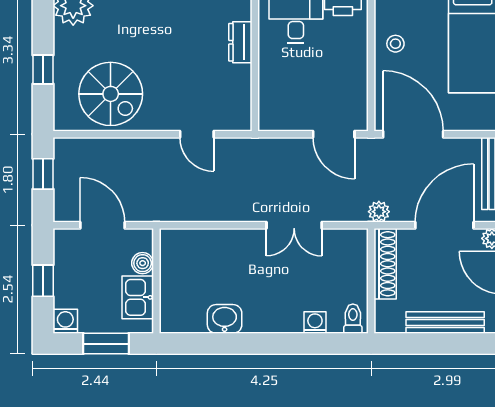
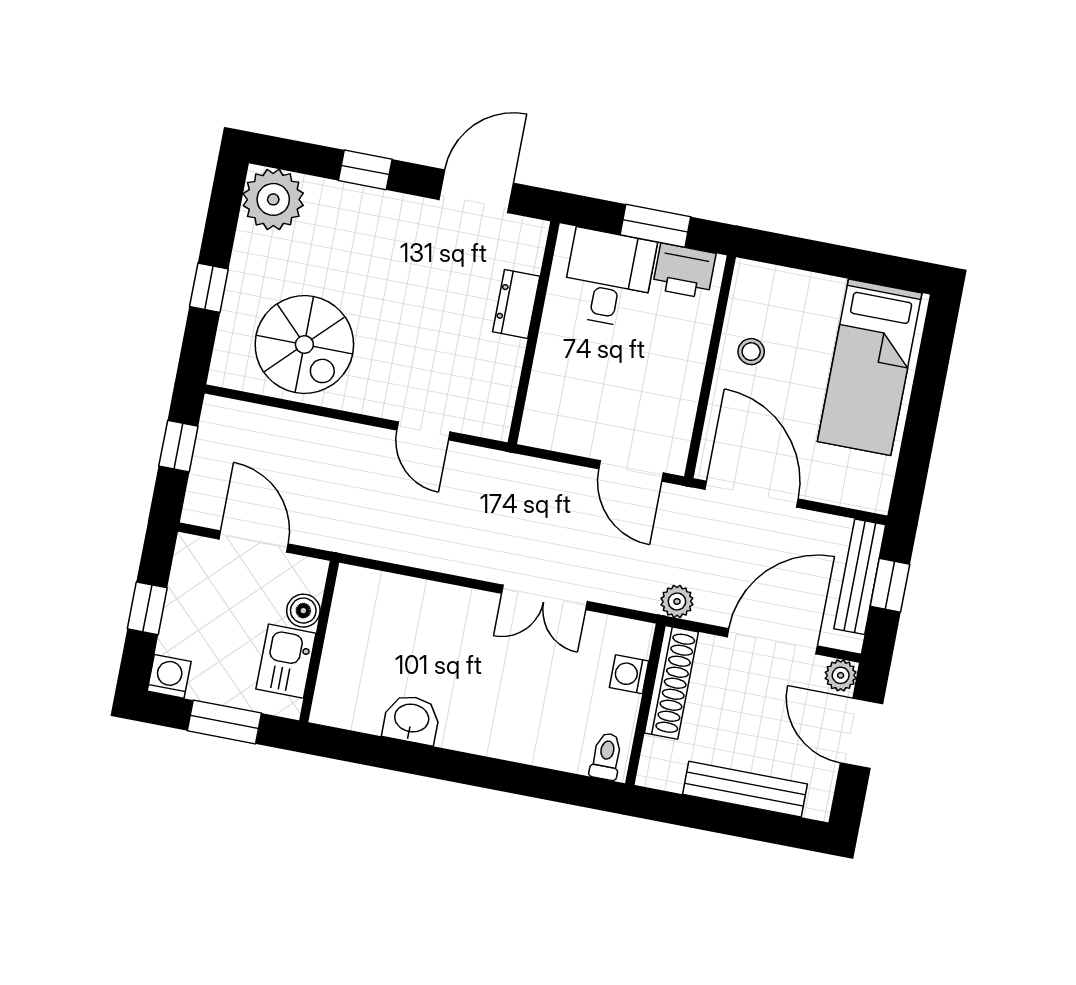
washing machine: (315, 323) -> (629, 674), moved, turned -90

